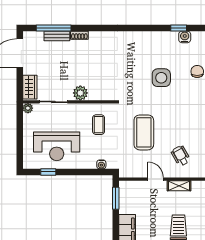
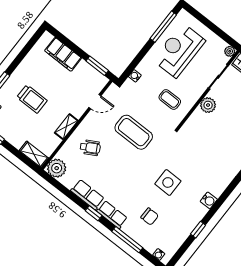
water cooler: (185, 37) -> (209, 200), moved
window: (48, 172) -> (163, 27), width x2.17
door: (156, 179) -> (95, 102), moved

